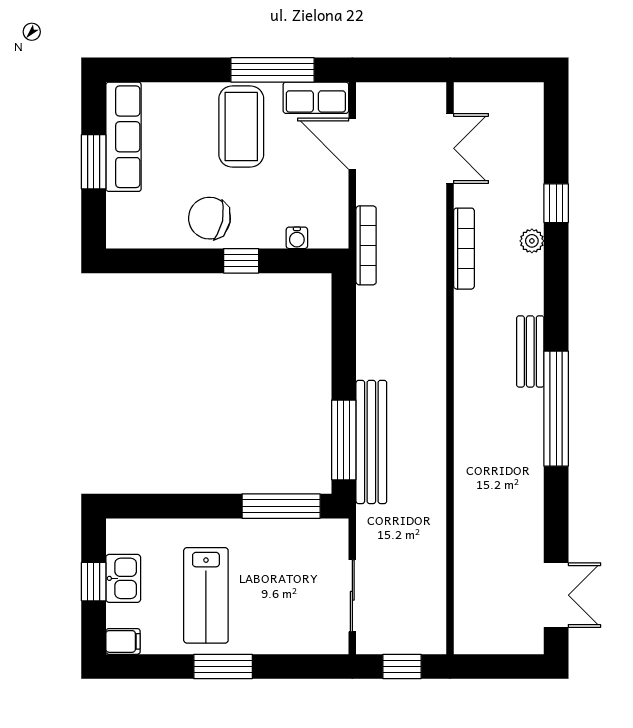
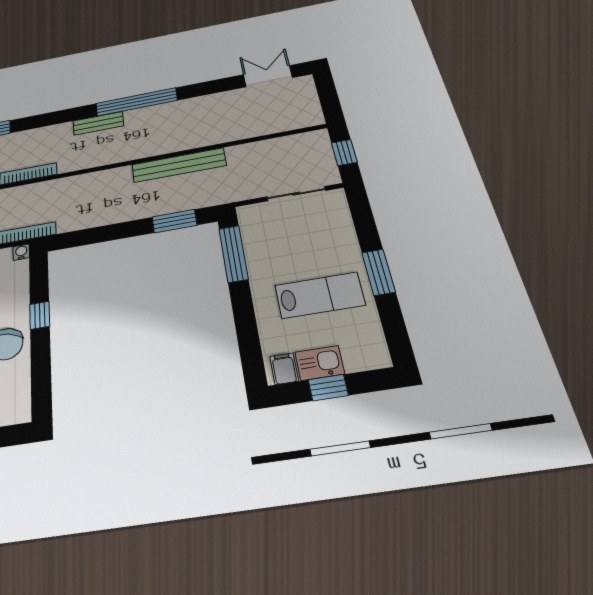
water cooler: (297, 238) -> (21, 252), moved, turned -90
plant: (532, 241) -> (23, 137), removed
window: (344, 440) -> (174, 221), width x0.69
bench: (371, 442) -> (179, 165), moved
filing cabinet: (123, 641) -> (284, 369), moved

